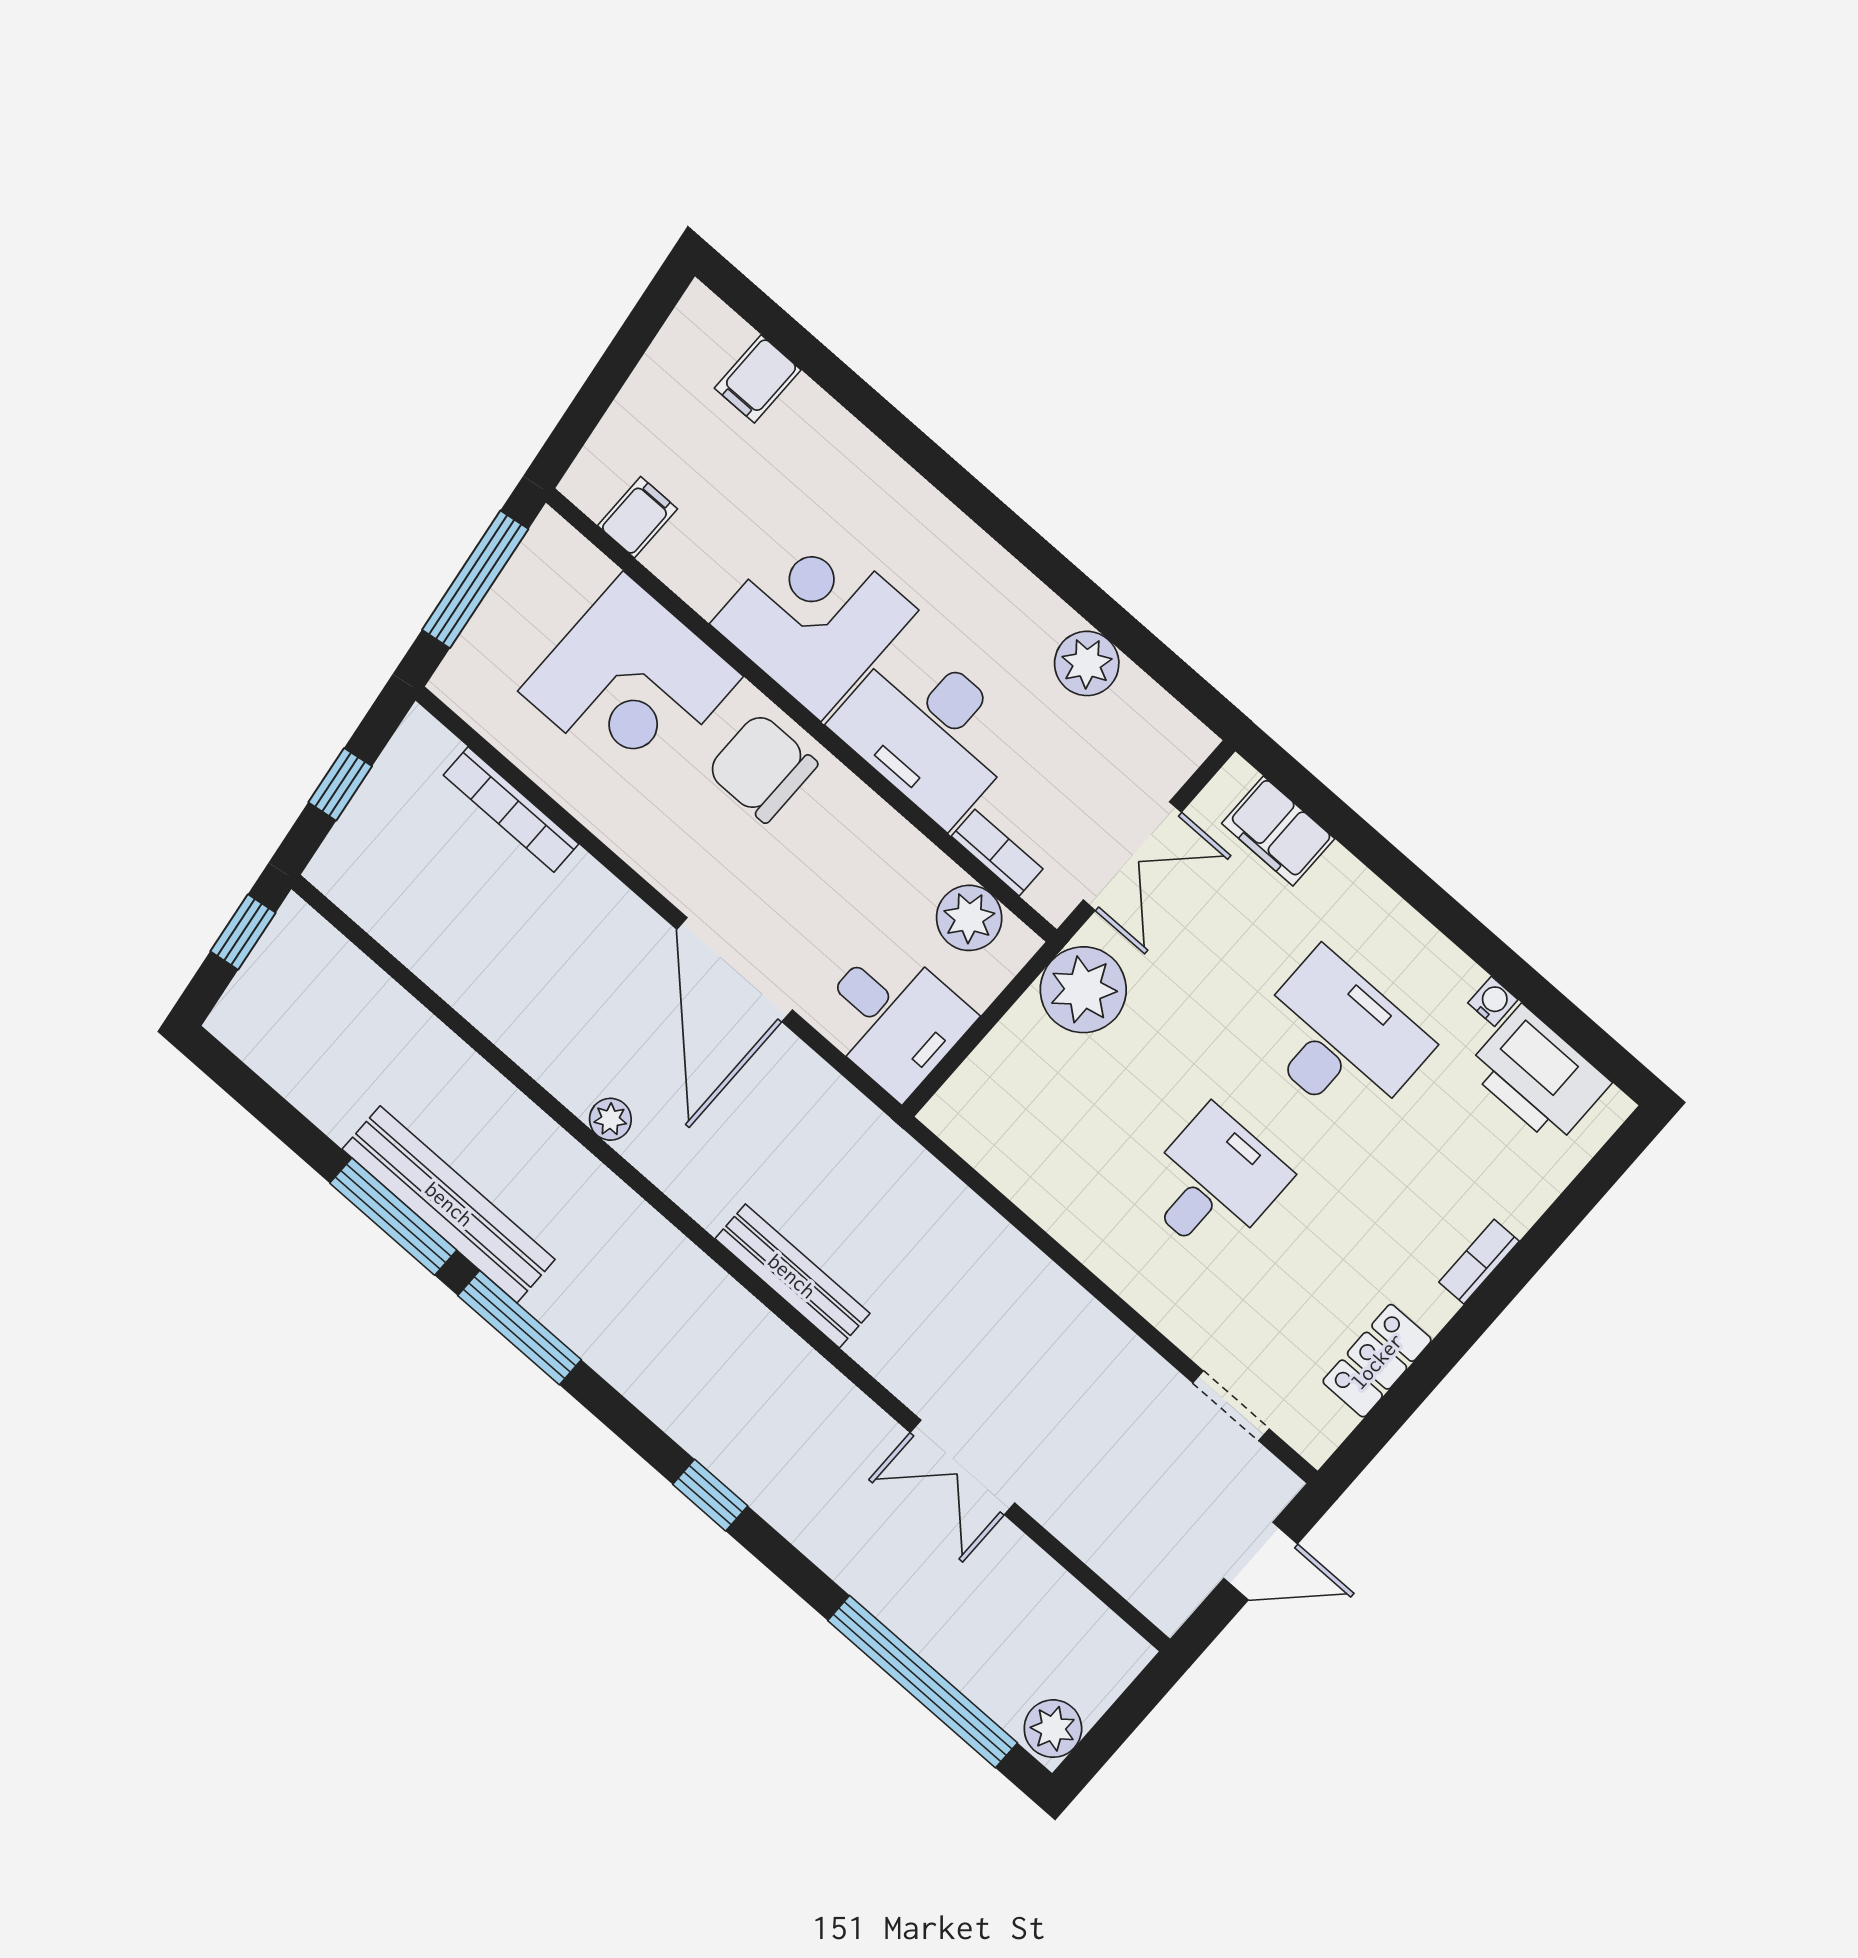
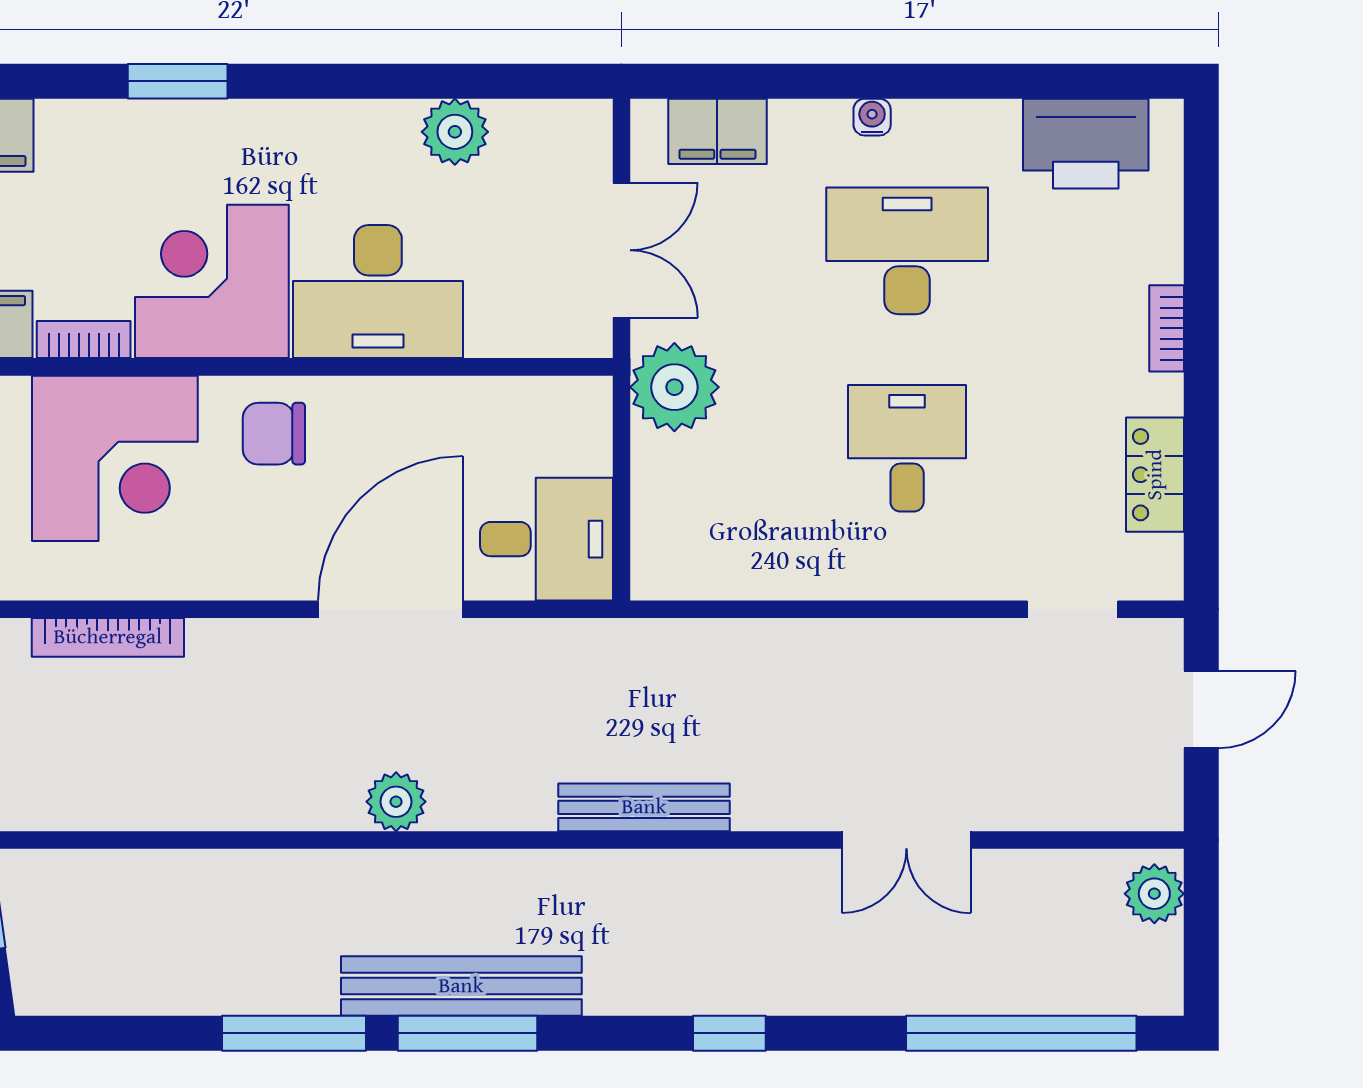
window: (917, 449) -> (178, 81), added
chair: (762, 767) -> (274, 434), width x0.73, depth x0.73
bookcase: (997, 853) -> (84, 340), moved
plant: (969, 918) -> (537, 409), removed
door: (735, 970) -> (390, 609), swing flipped
water cooler: (1493, 1001) -> (872, 117), moved
plant: (610, 1119) -> (396, 802), width x1.38, depth x1.38
bench: (449, 1204) -> (461, 986), moved
plant: (1053, 1729) -> (1154, 894), moved

